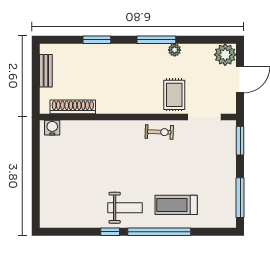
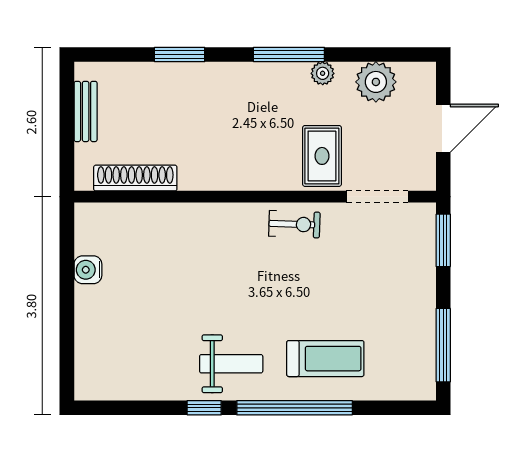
plant: (225, 55) -> (376, 82), moved
water cooler: (52, 128) -> (88, 270), moved, turned -90
treadmill: (176, 205) -> (325, 359), turned 180

